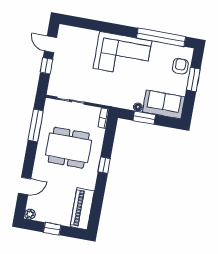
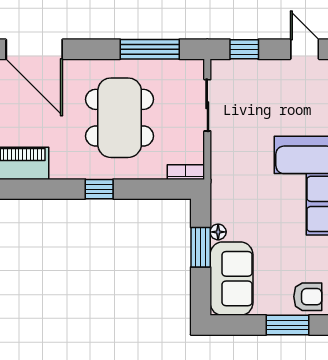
door: (50, 44) -> (305, 49), hinge flipped
window: (46, 66) -> (244, 49), moved
door: (25, 186) -> (34, 49), width x1.88

